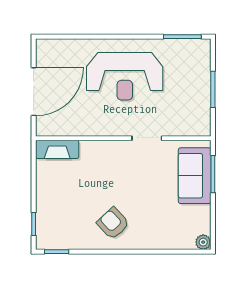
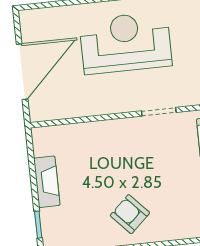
reception desk: (125, 76) -> (126, 43), turned 180
fireplace: (57, 149) -> (47, 182), moved, turned -90

